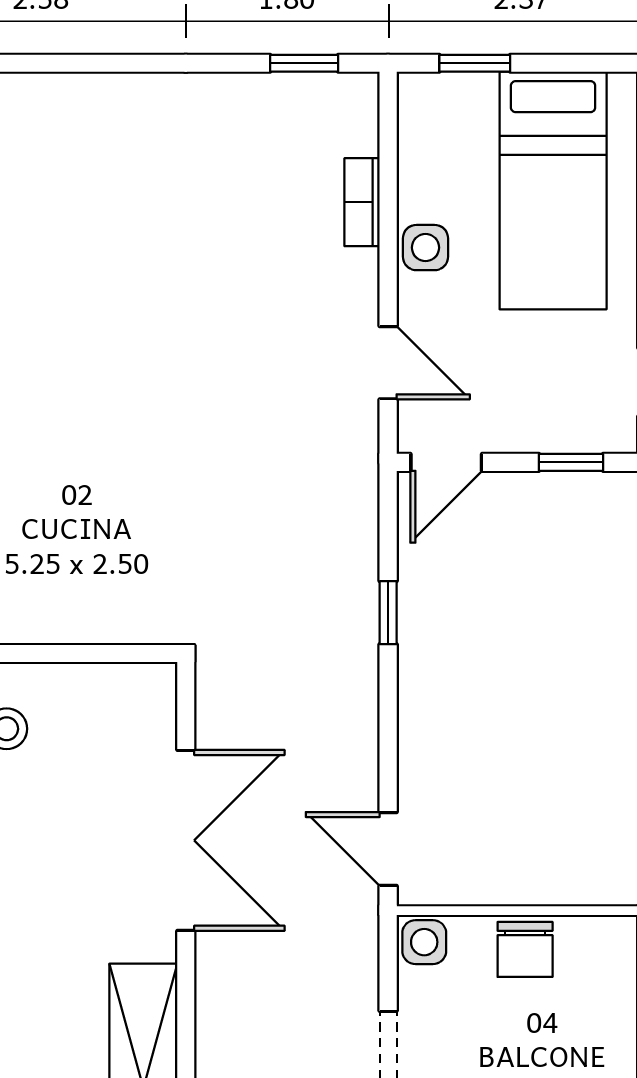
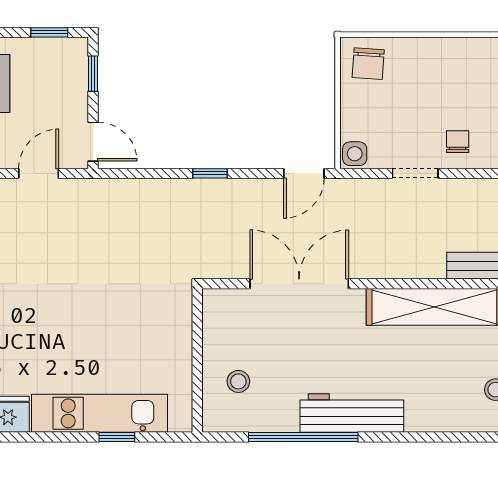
window: (388, 613) -> (210, 173), moved
chair: (525, 949) -> (368, 64), moved, turned 94

